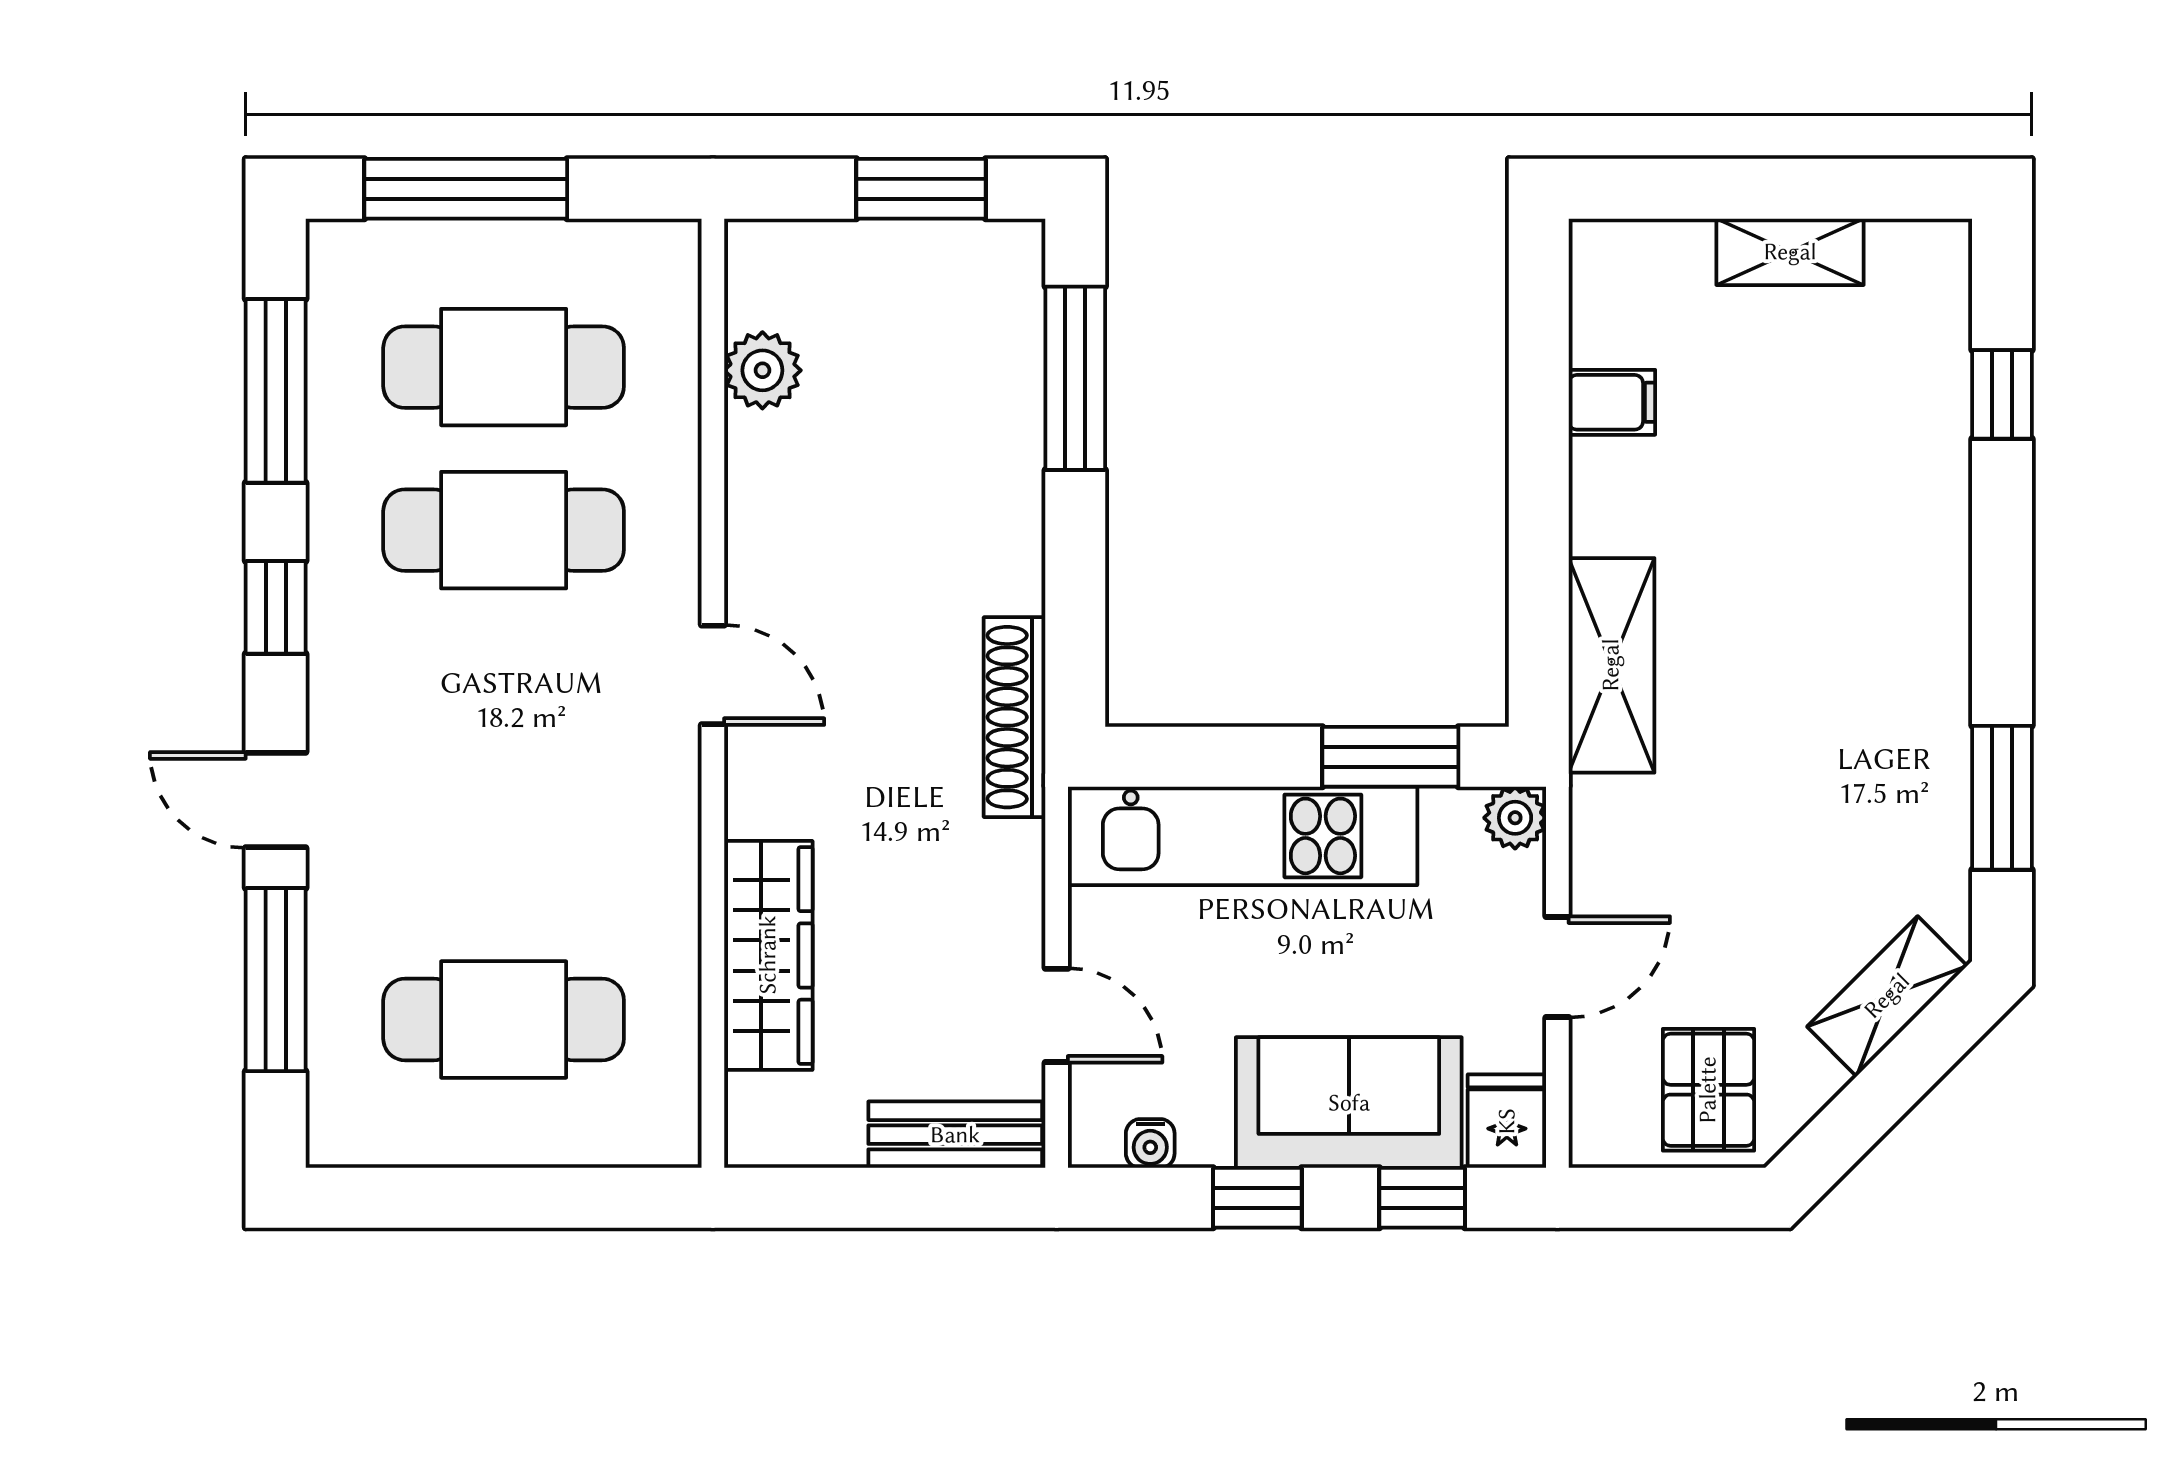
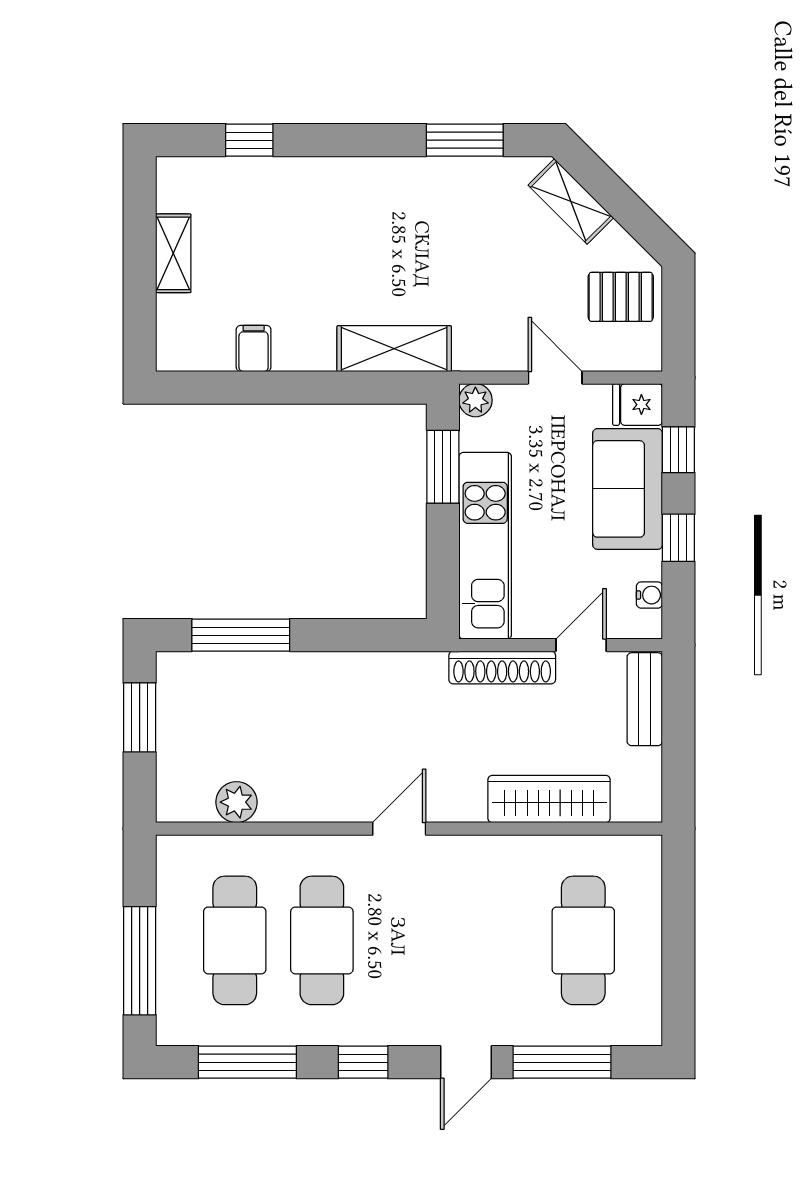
shoe rack: (1015, 717) -> (502, 667), moved

